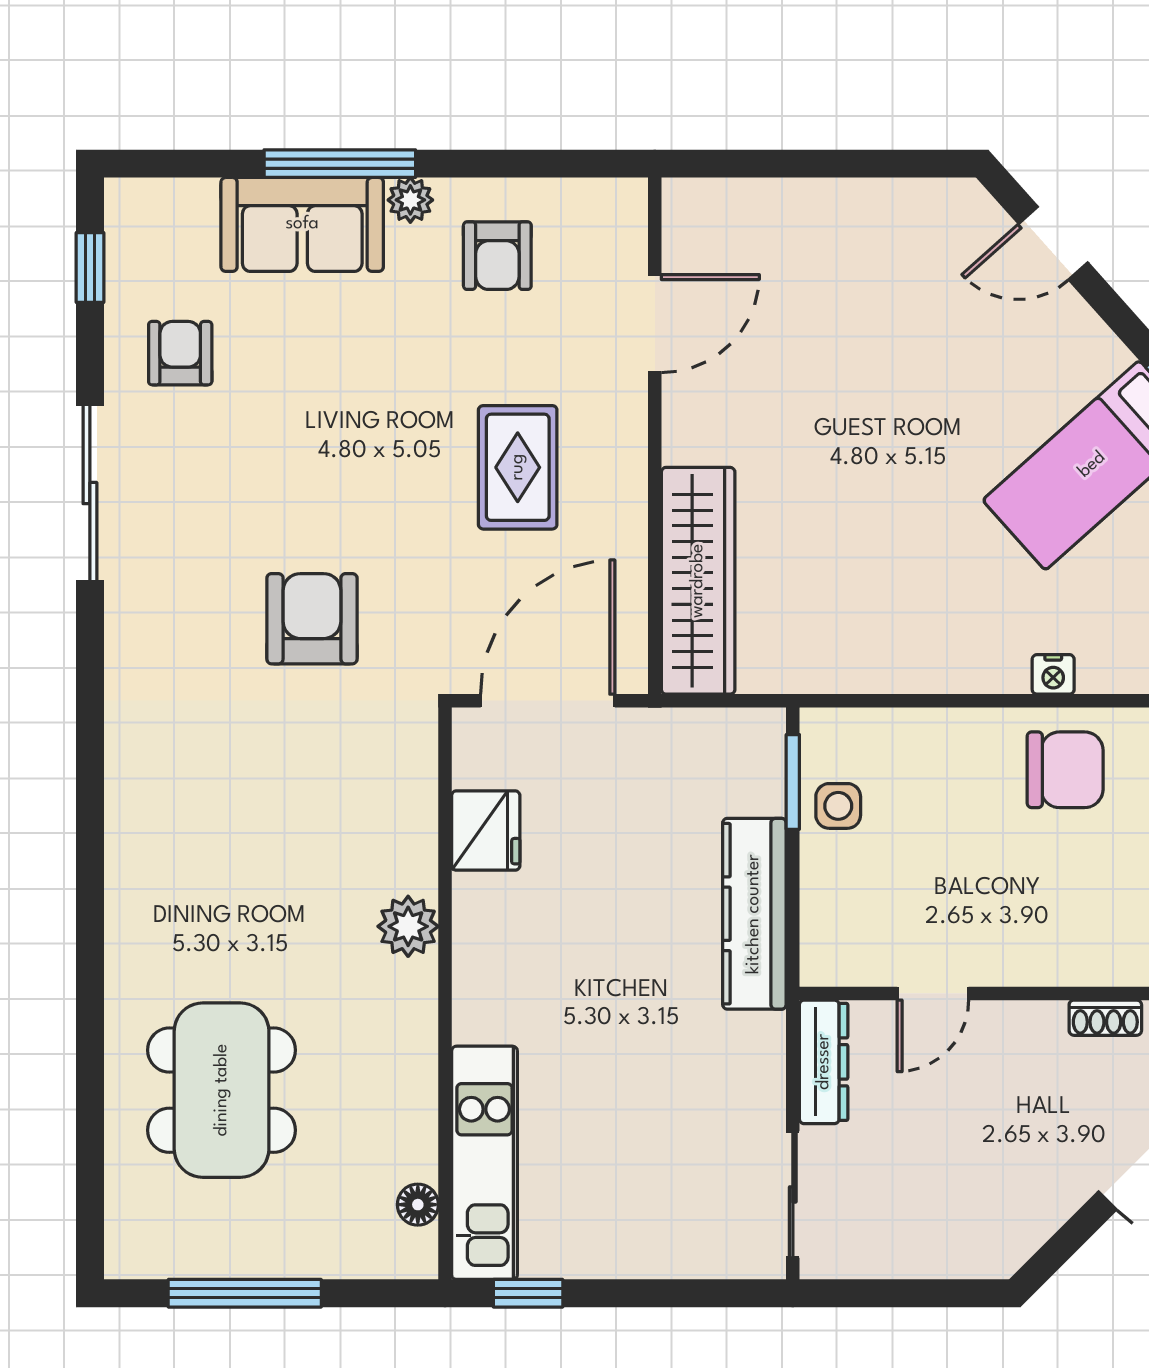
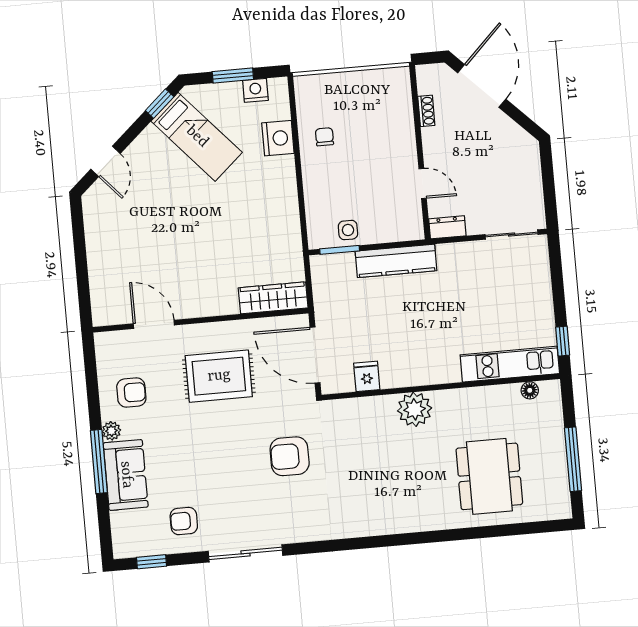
rug: (518, 467) -> (219, 376), width x1.36, depth x1.43
wardrobe: (698, 581) -> (273, 298), width x0.71, depth x0.85
nightstand: (1053, 674) -> (278, 138), width x1.89, depth x1.79
chair: (1065, 770) -> (324, 137), width x0.54, depth x0.54
fridge: (486, 831) -> (367, 376), width x0.72
plant: (408, 926) -> (415, 409), width x1.36, depth x1.36
dresser: (824, 1062) -> (447, 227), width x0.70
dining table: (222, 1090) -> (489, 476), turned 90

